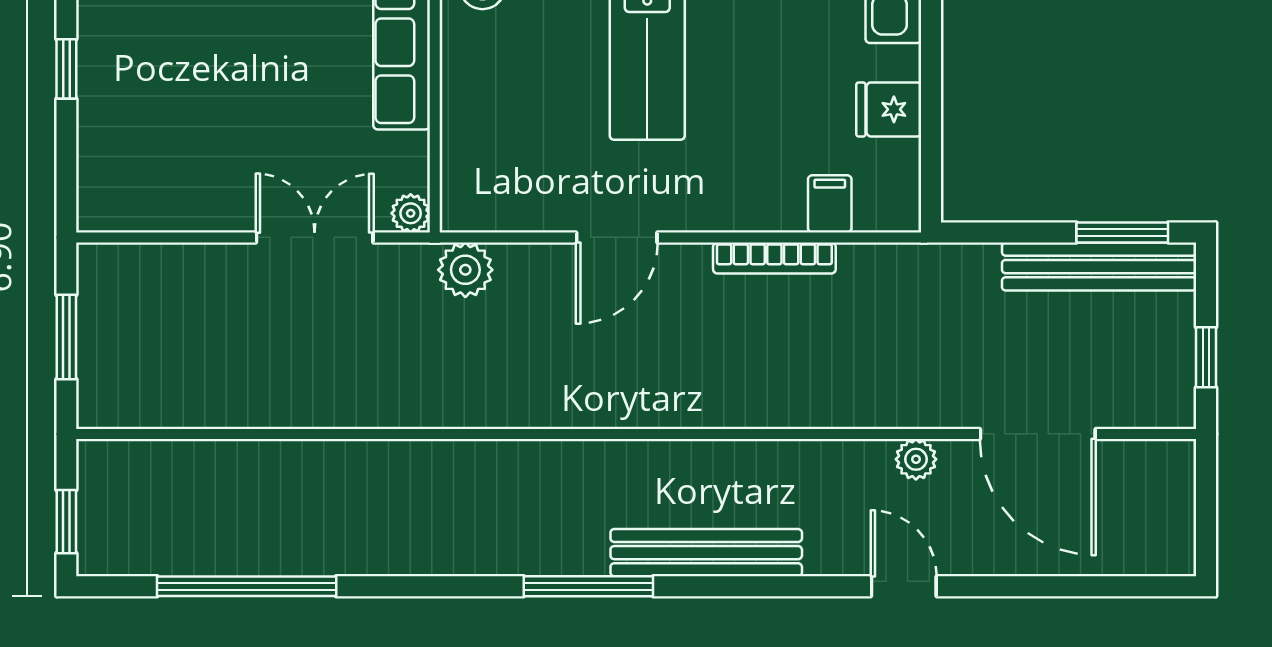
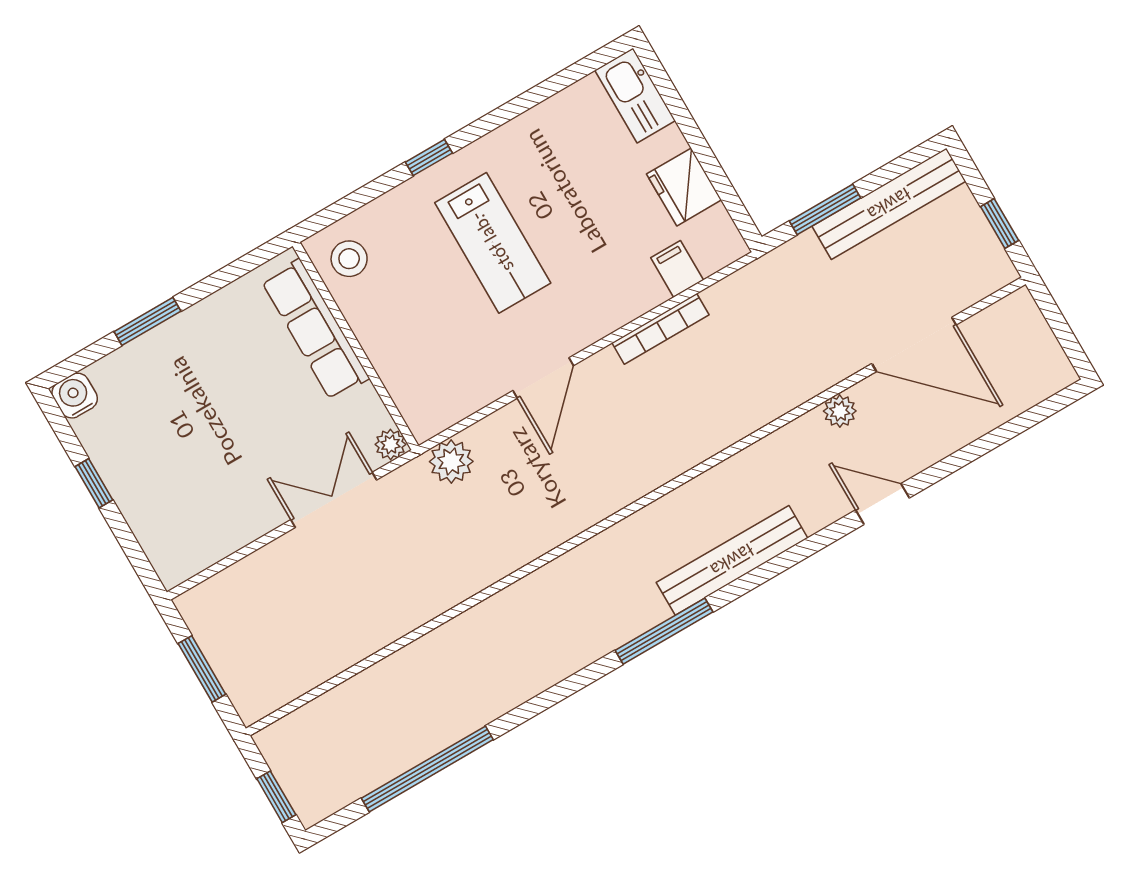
fridge: (889, 109) -> (684, 187), width x1.38
window: (1122, 233) -> (825, 209), moved

